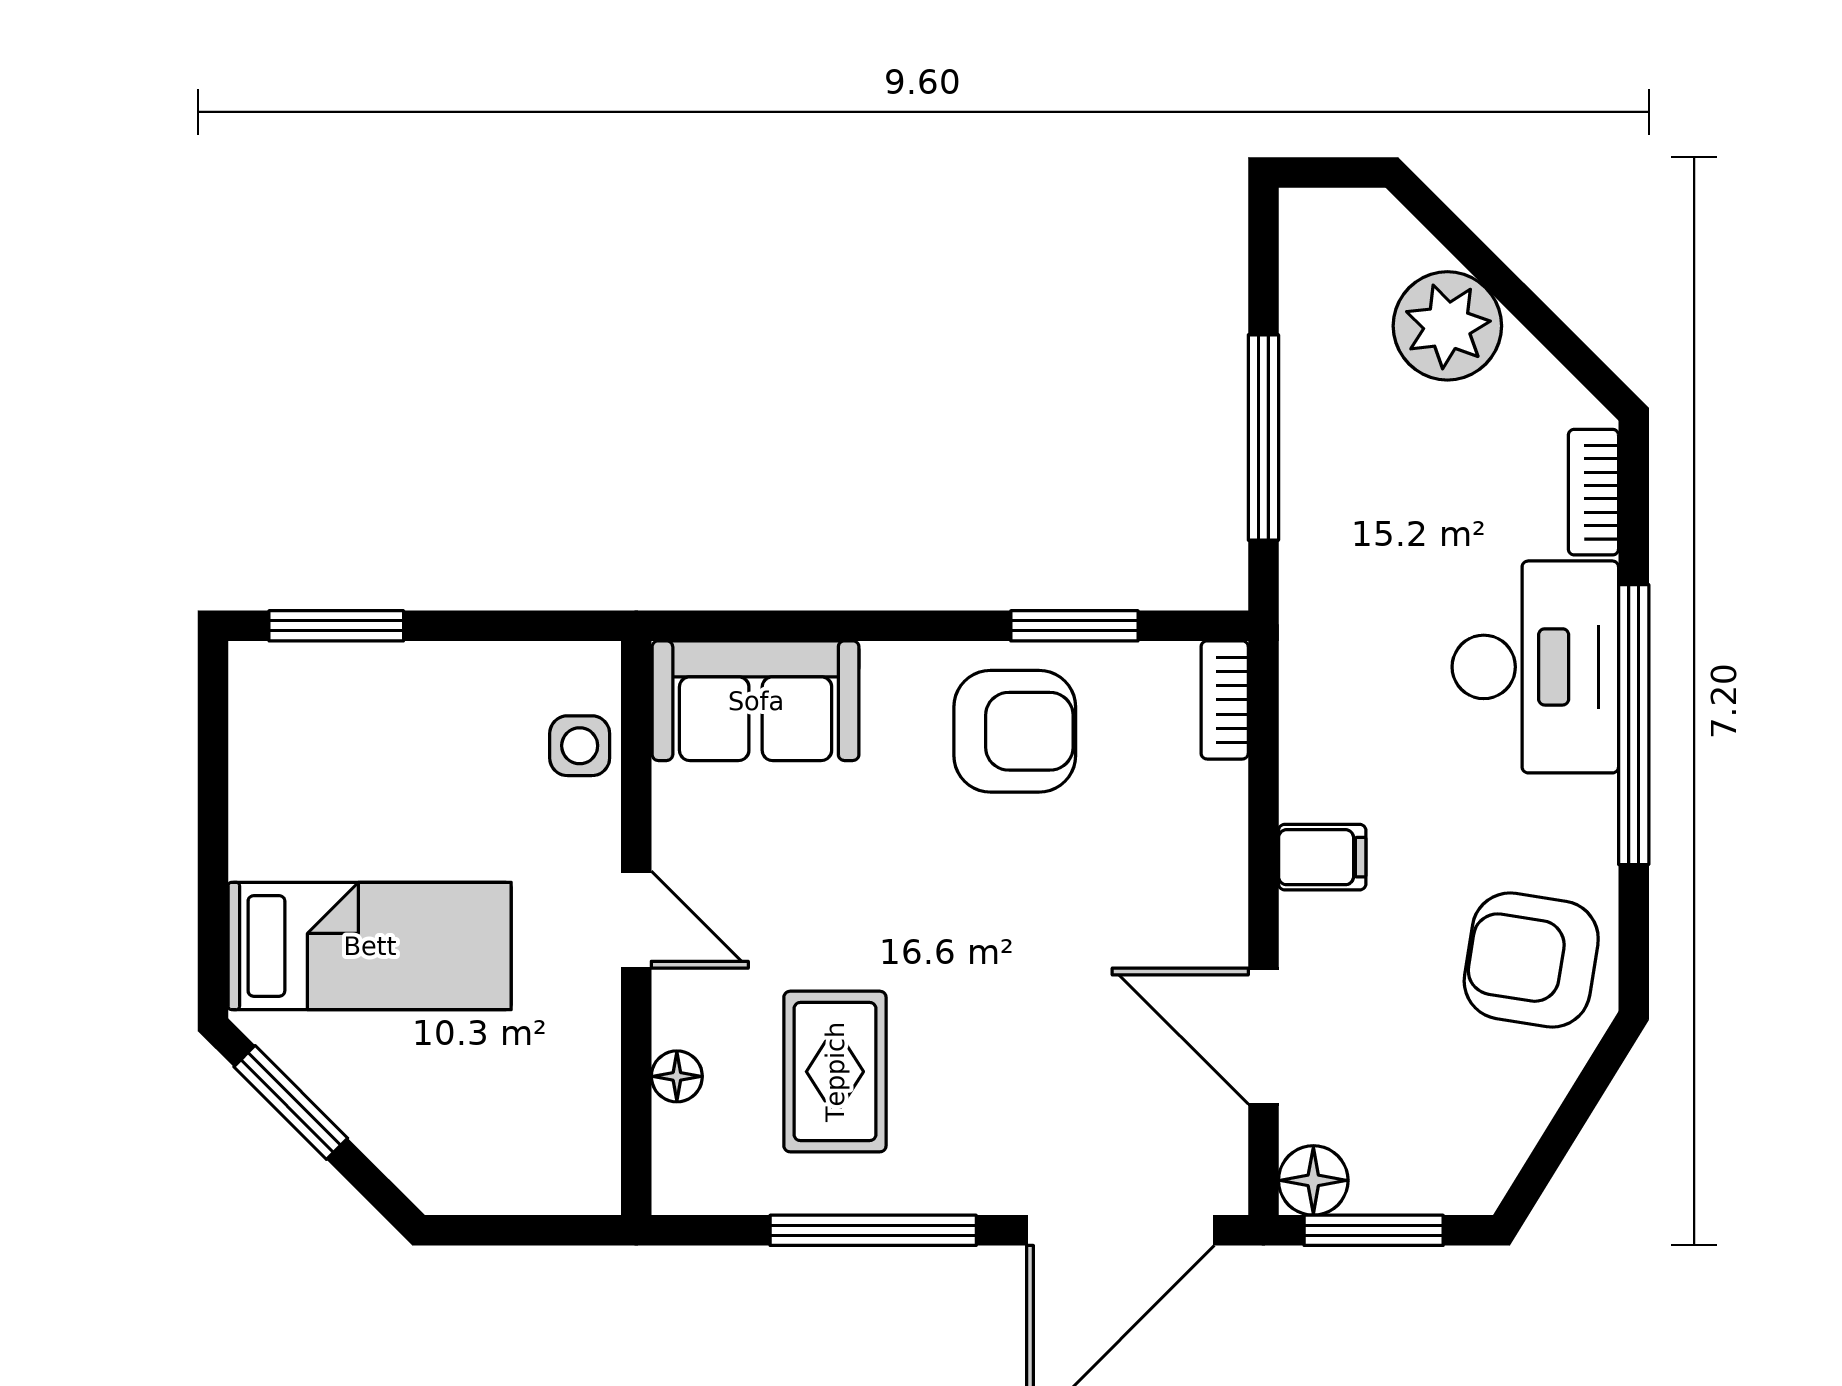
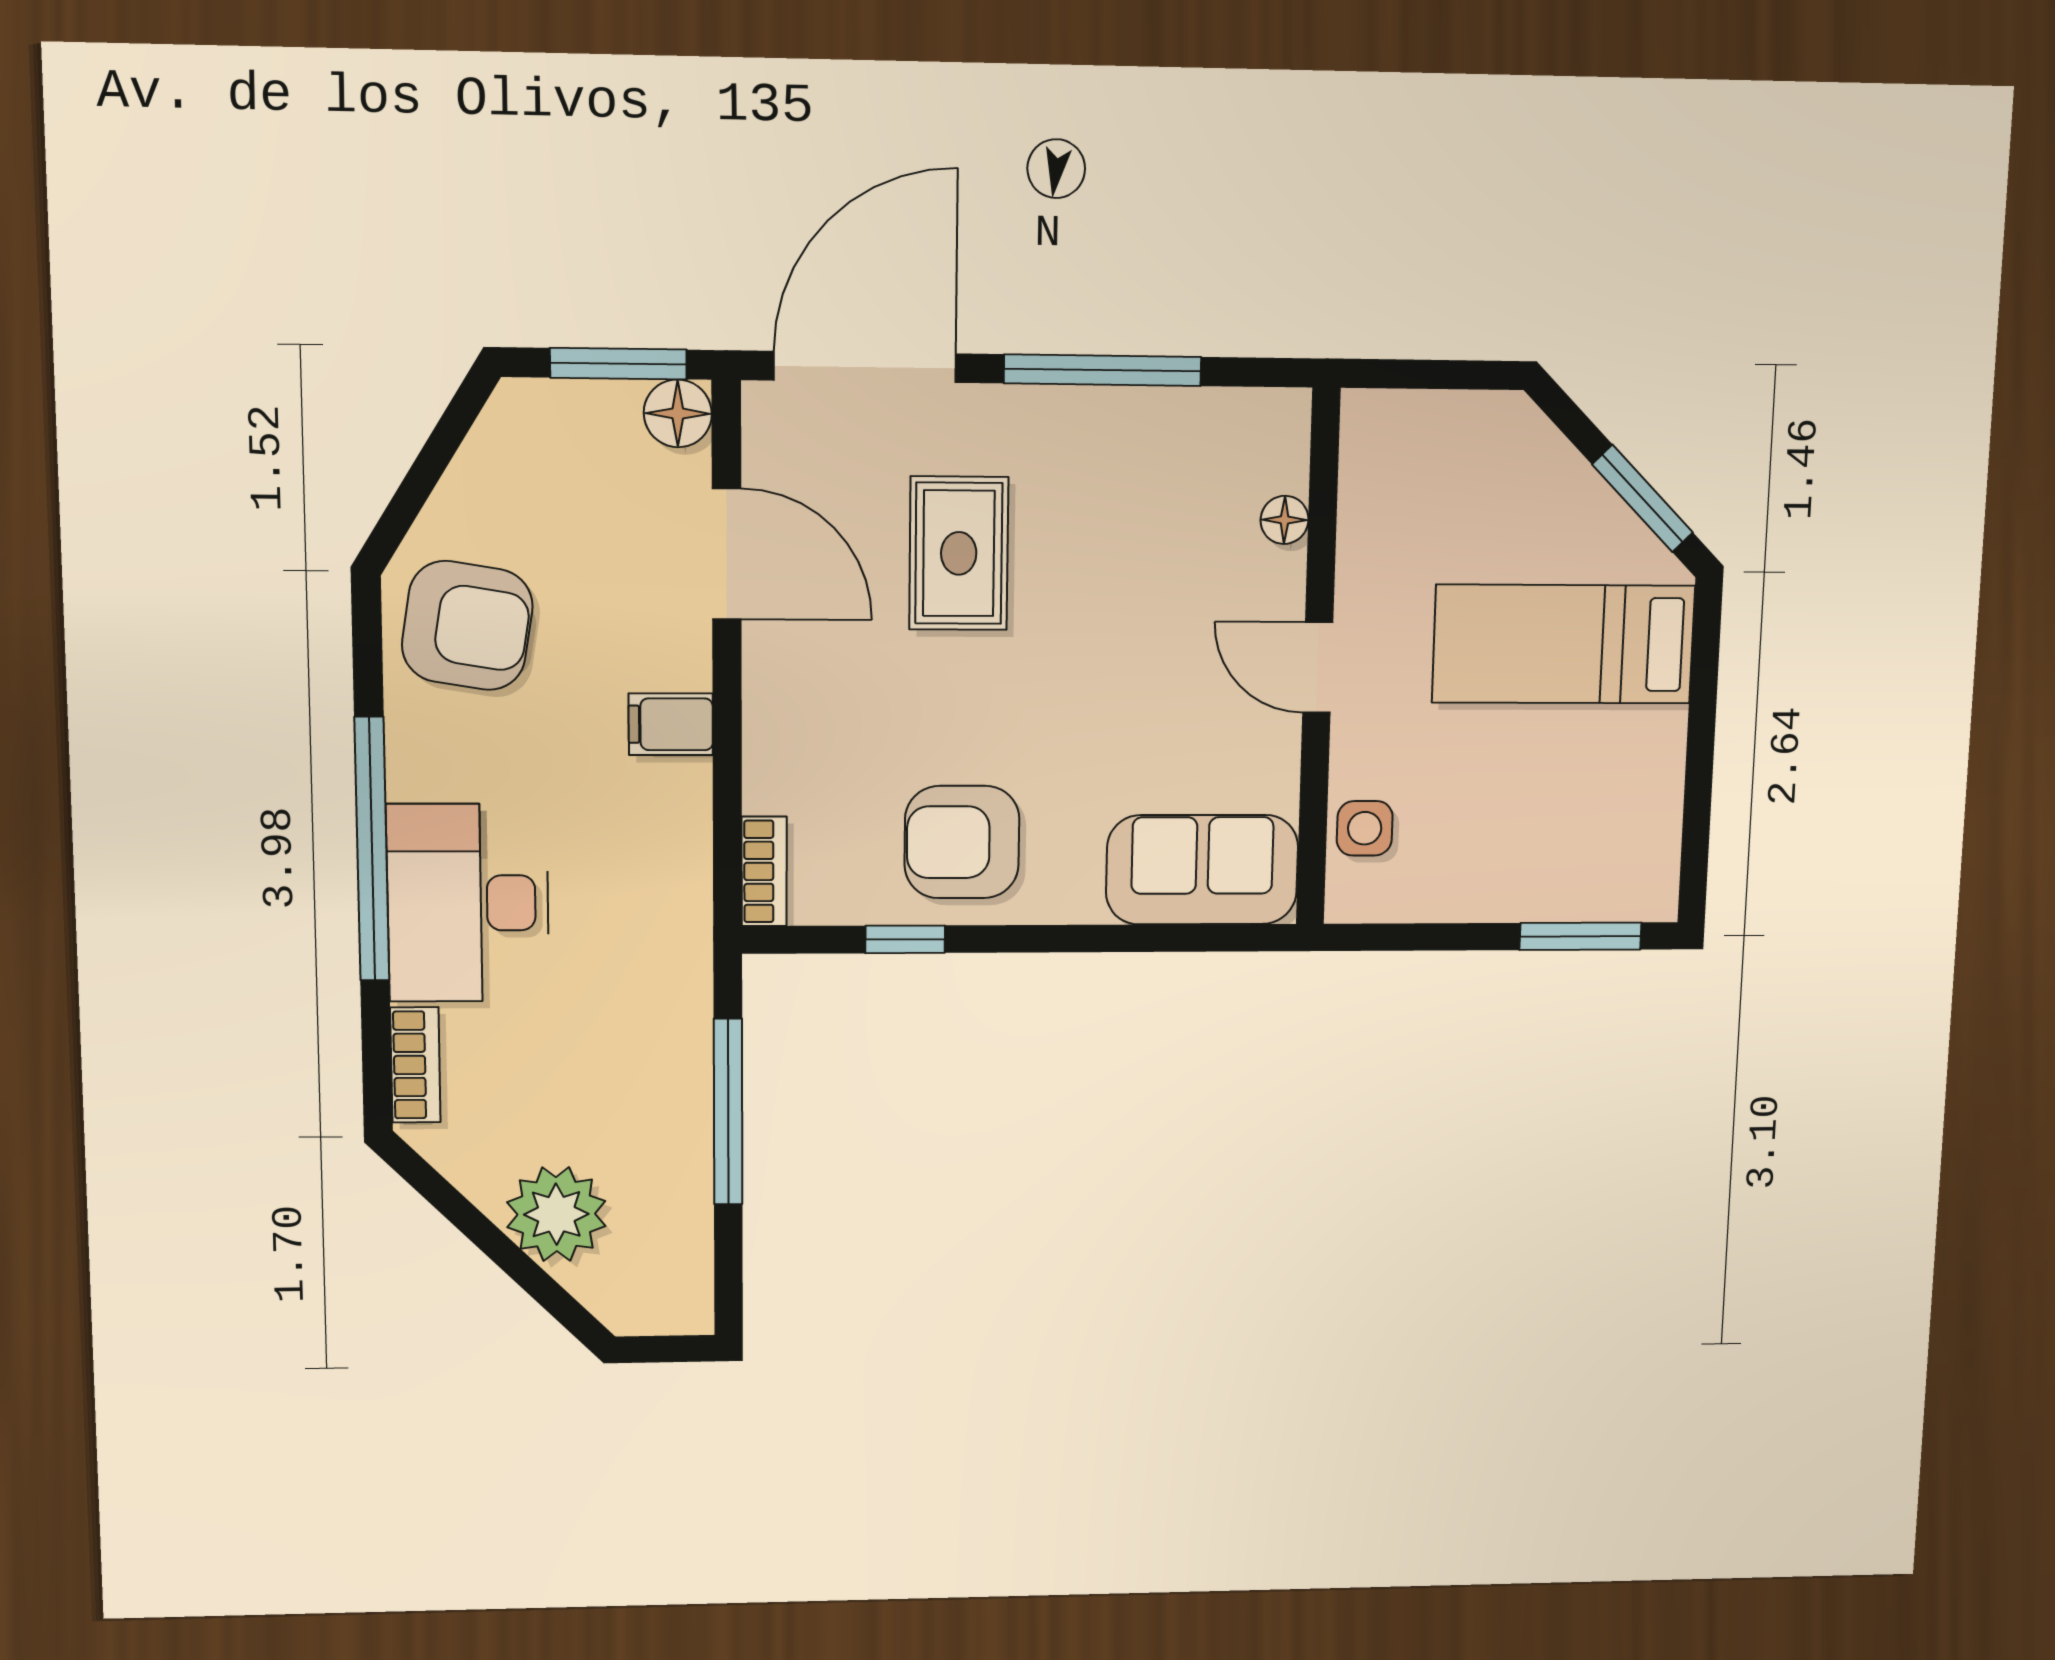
window: (1074, 626) -> (905, 939), width x0.67
rug: (835, 1072) -> (959, 553), moved

